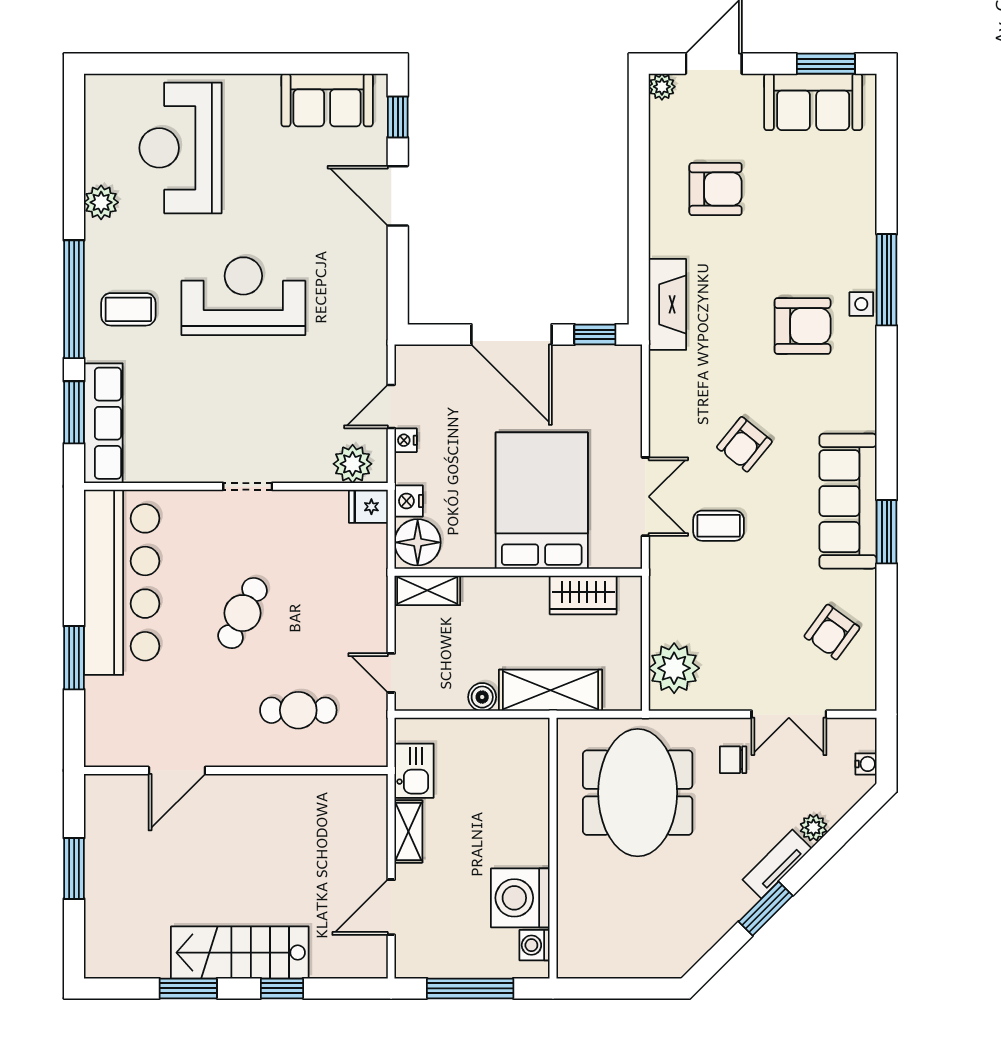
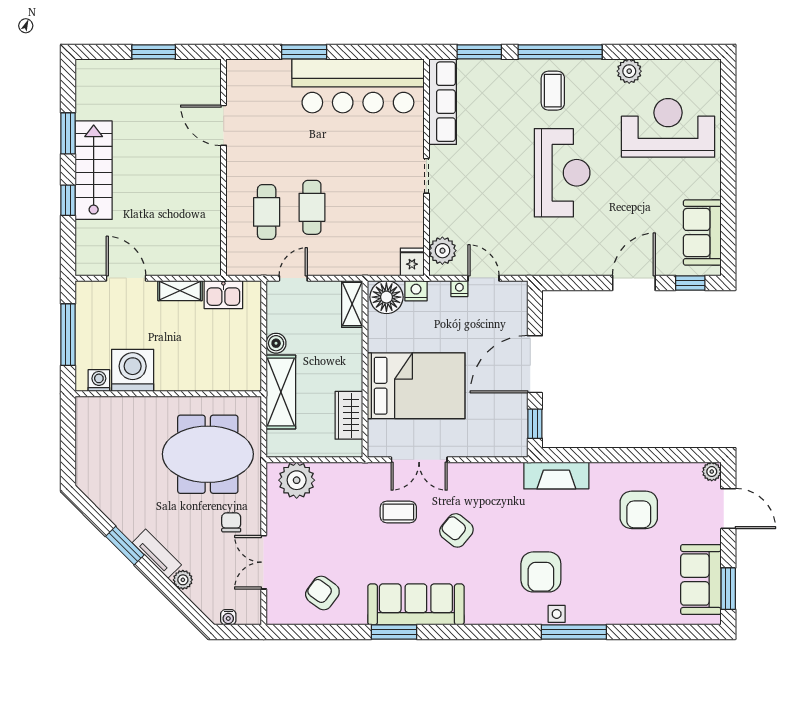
row of seats: (103, 423) -> (443, 102), moved, turned -90
coffee table: (719, 526) -> (398, 512), turned 90
cafe table: (243, 613) -> (312, 207), moved, turned 63

